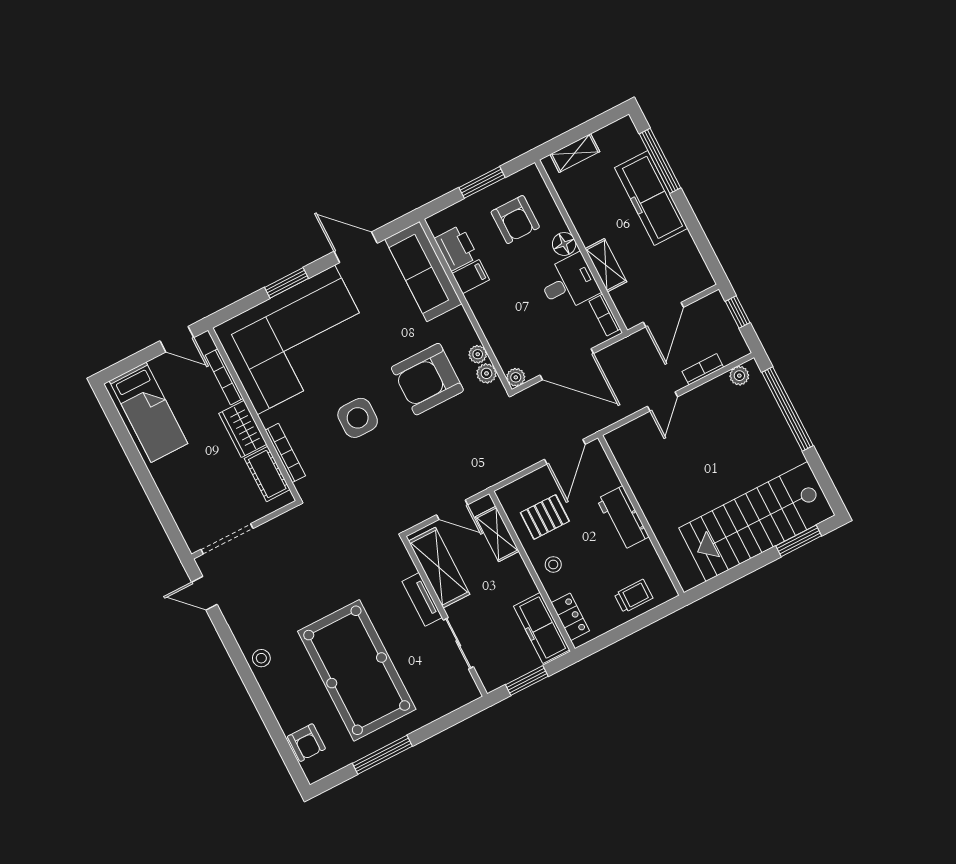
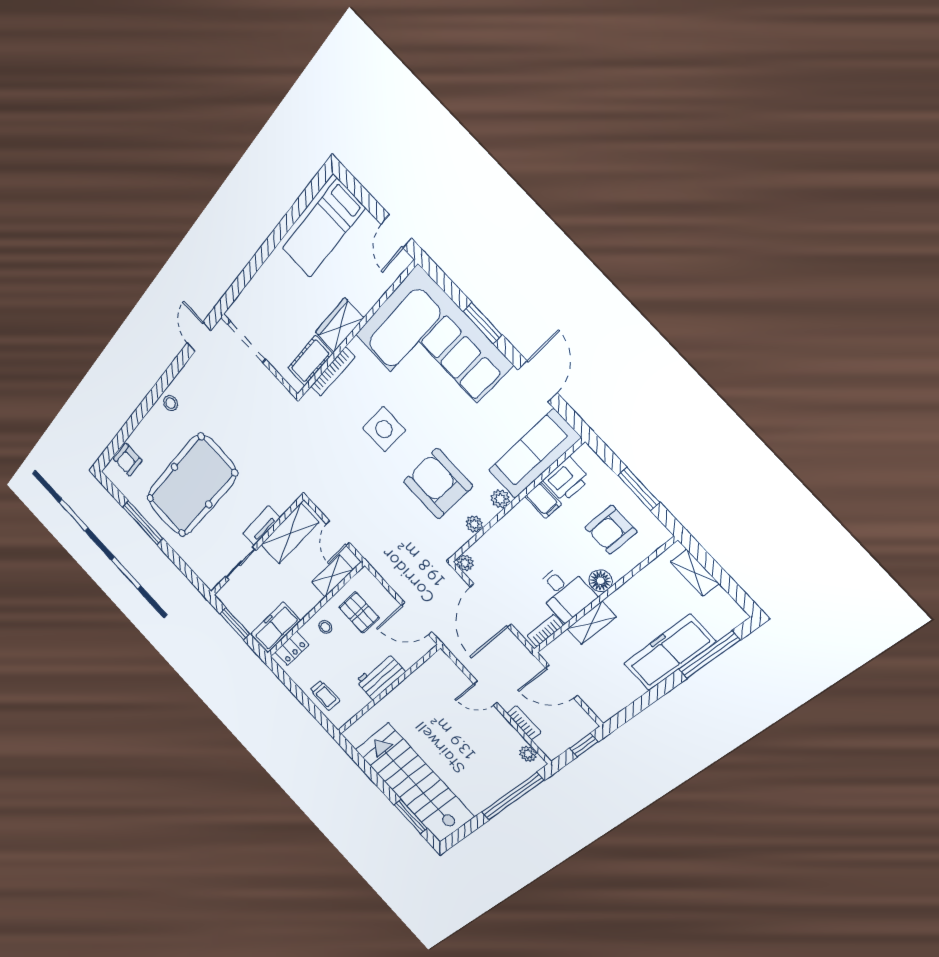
plant: (487, 373) -> (500, 499), moved
bookcase: (224, 377) -> (378, 291), removed

